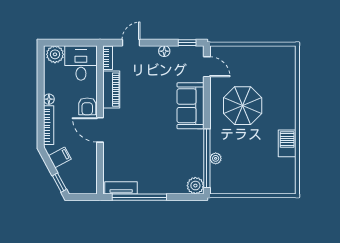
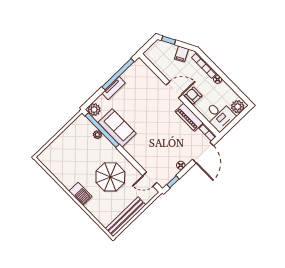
door: (131, 43) -> (203, 153), width x1.87
bench: (265, 53) -> (126, 217), added
sofa: (191, 106) -> (117, 128), moved
barbecue: (287, 143) -> (80, 194), moved
tv unit: (121, 188) -> (114, 88), moved

